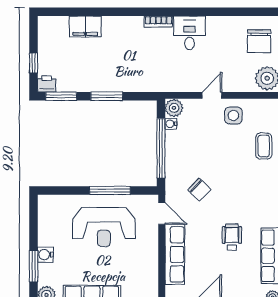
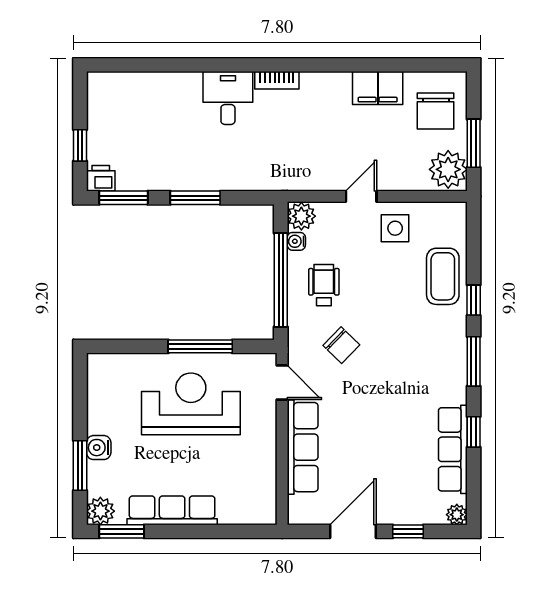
filing cabinet: (85, 27) -> (378, 88), moved
desk: (190, 33) -> (228, 98), moved
coffee table: (264, 146) -> (443, 276), width x1.36, depth x1.30
reception desk: (104, 227) -> (191, 404), turned 180
wheelchair: (232, 237) -> (324, 285), moved

